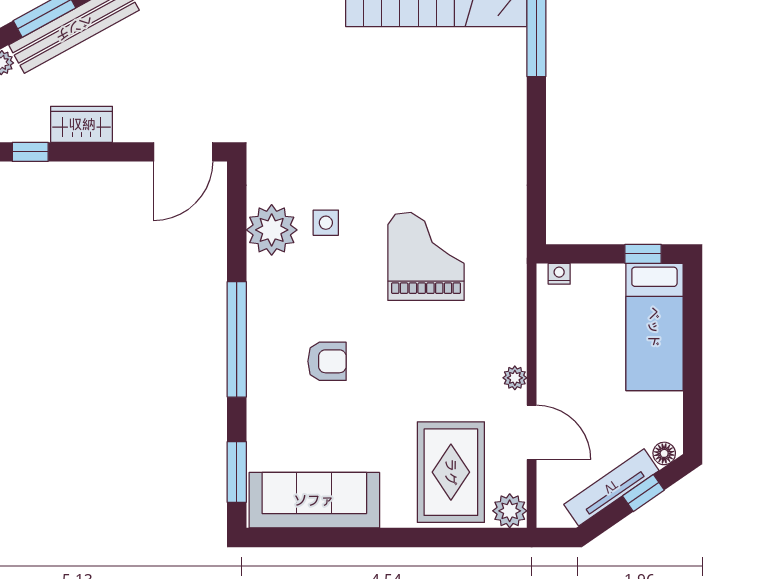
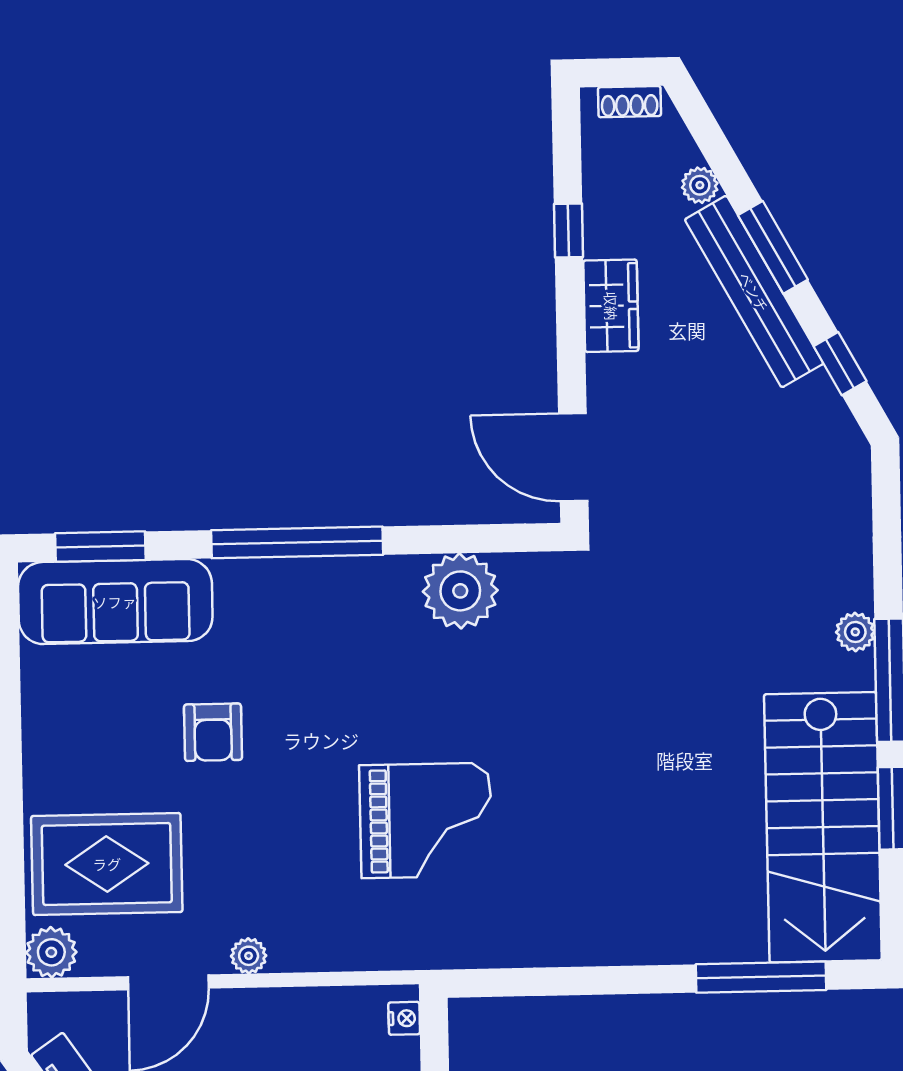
side table: (326, 223) -> (473, 671), removed
armchair: (327, 361) -> (213, 732), moved
sofa: (314, 500) -> (115, 602), moved, turned 90

